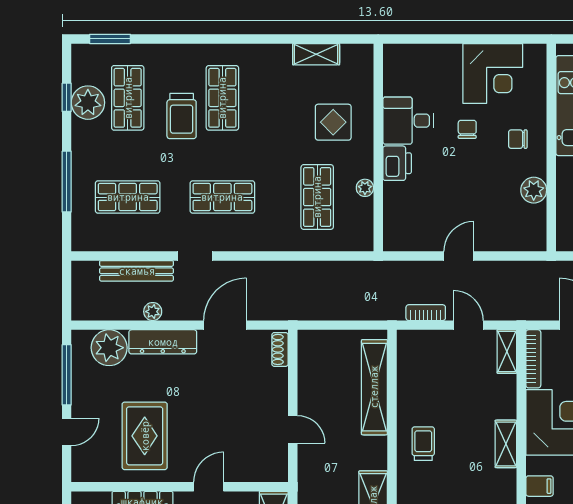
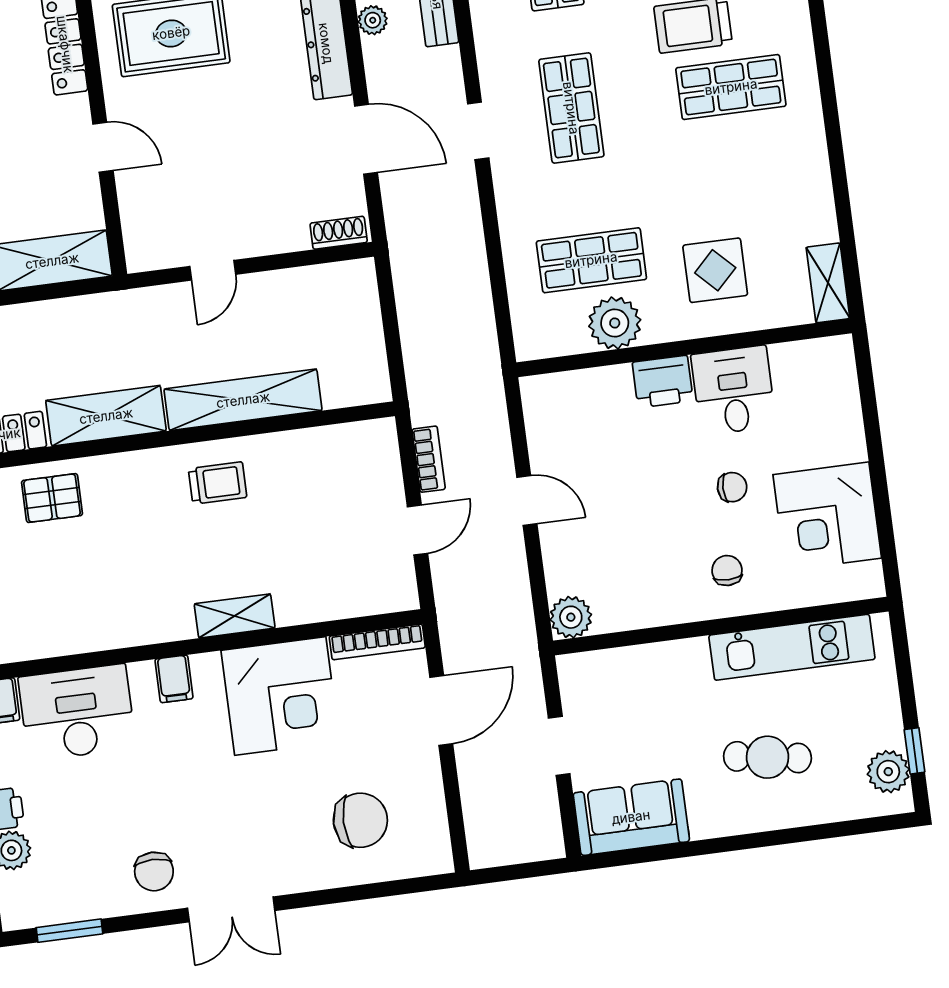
shelving: (316, 54) -> (828, 283), moved
plant: (365, 188) -> (615, 323), width x1.88, depth x1.88
plant: (534, 190) -> (571, 617), moved
doorway: (195, 256) -> (478, 131), moved
shelving: (507, 352) -> (383, 598), removed
shelving: (374, 387) -> (243, 400), moved

